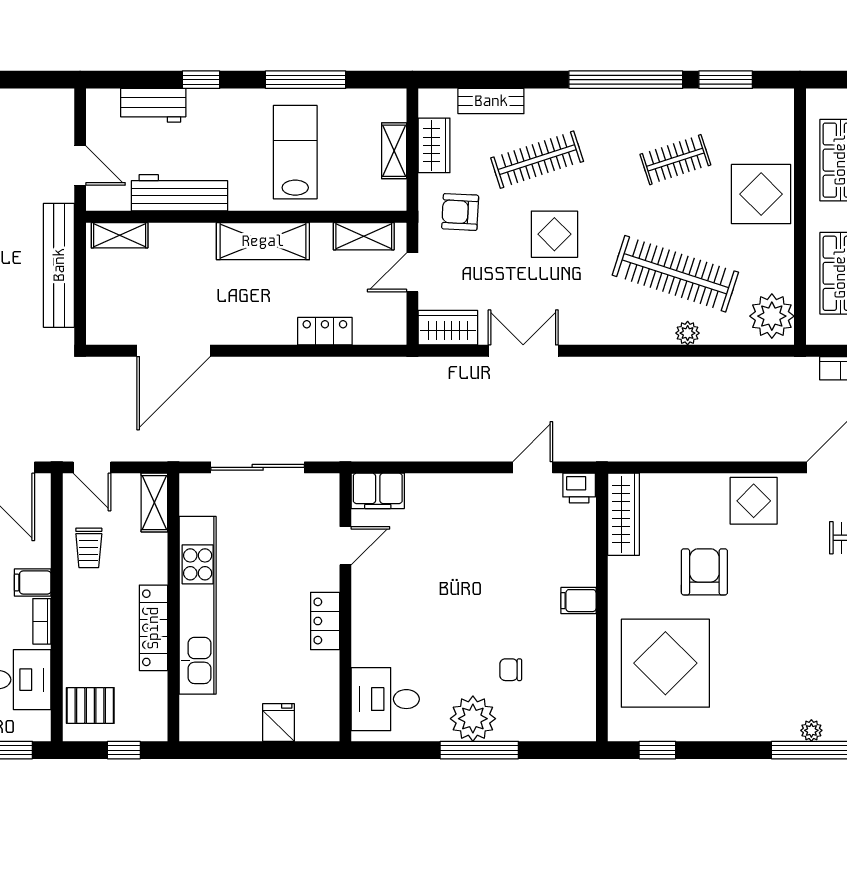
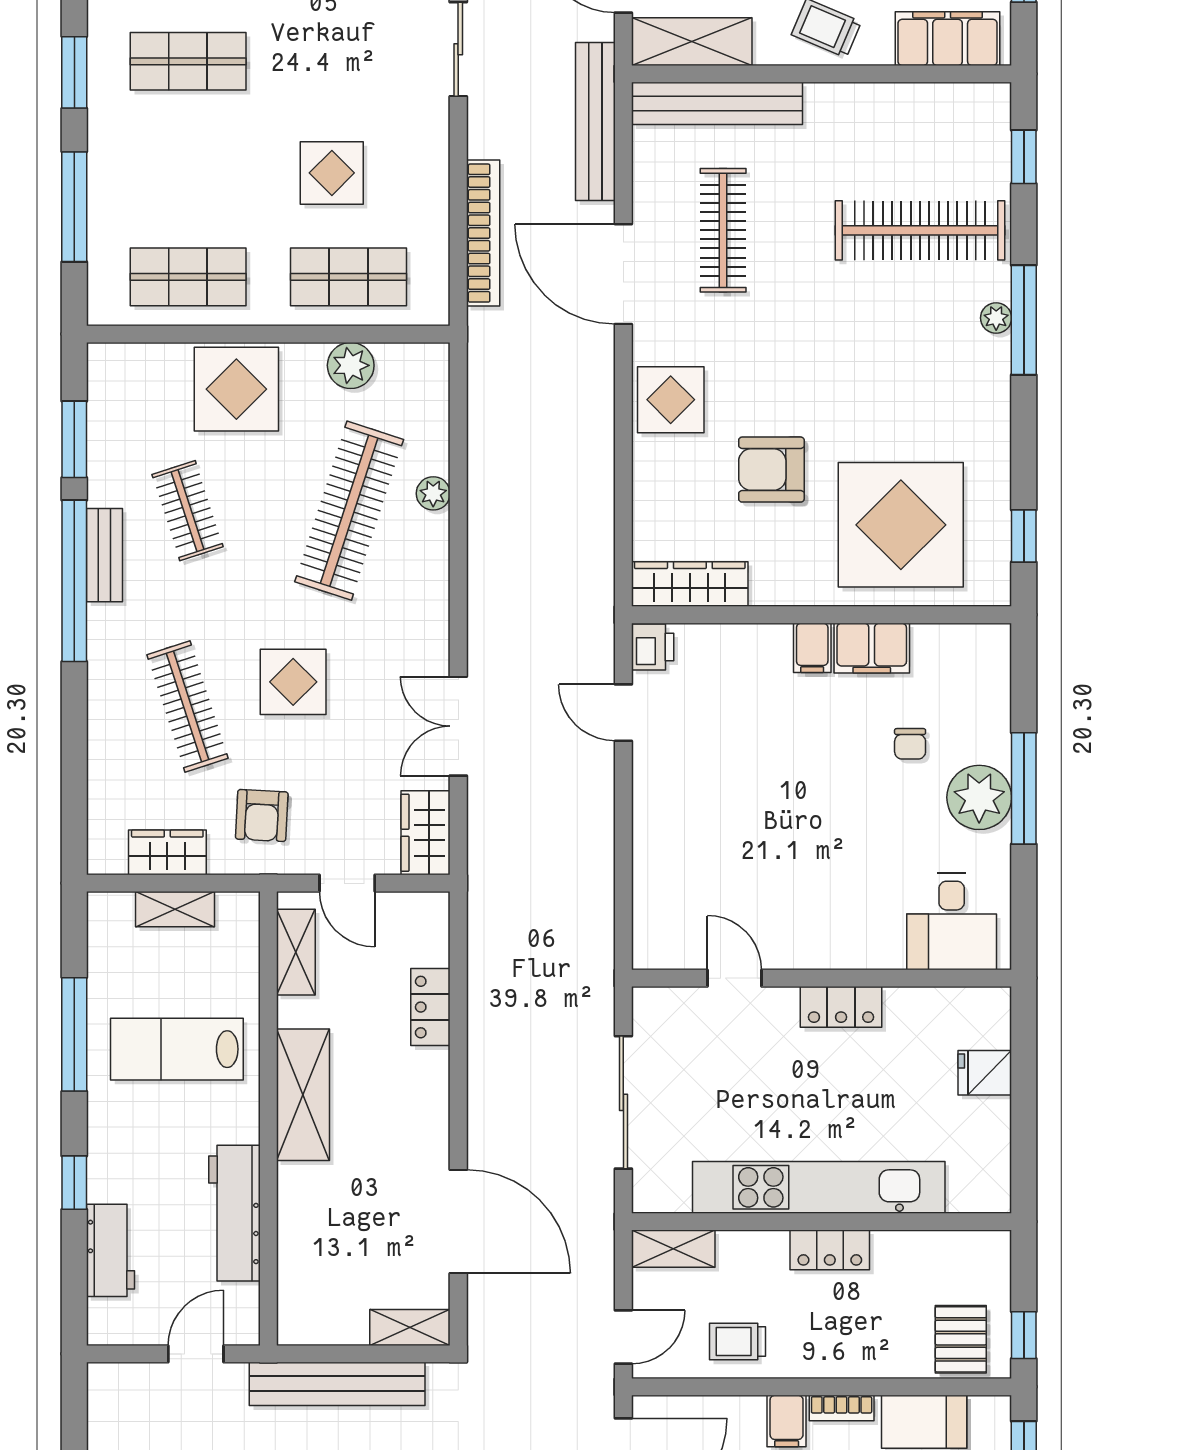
bench: (491, 101) -> (105, 555), moved
shelving: (120, 235) -> (410, 1327), moved, turned 90
plant: (772, 316) -> (351, 365), moved, width x0.73, depth x0.73
filing cabinet: (378, 491) -> (872, 648), moved, turned 90
trolley: (89, 548) -> (737, 1342), turned 180
locker: (153, 628) -> (830, 1250), width x0.66
window: (124, 750) -> (1024, 1335), moved

